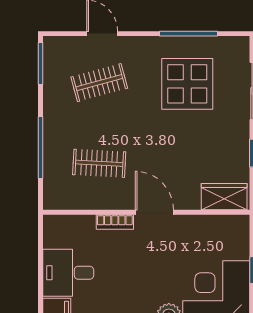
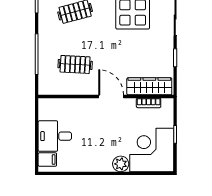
wardrobe: (224, 197) -> (149, 86), width x1.50
bookcase: (115, 222) -> (149, 103), moved

